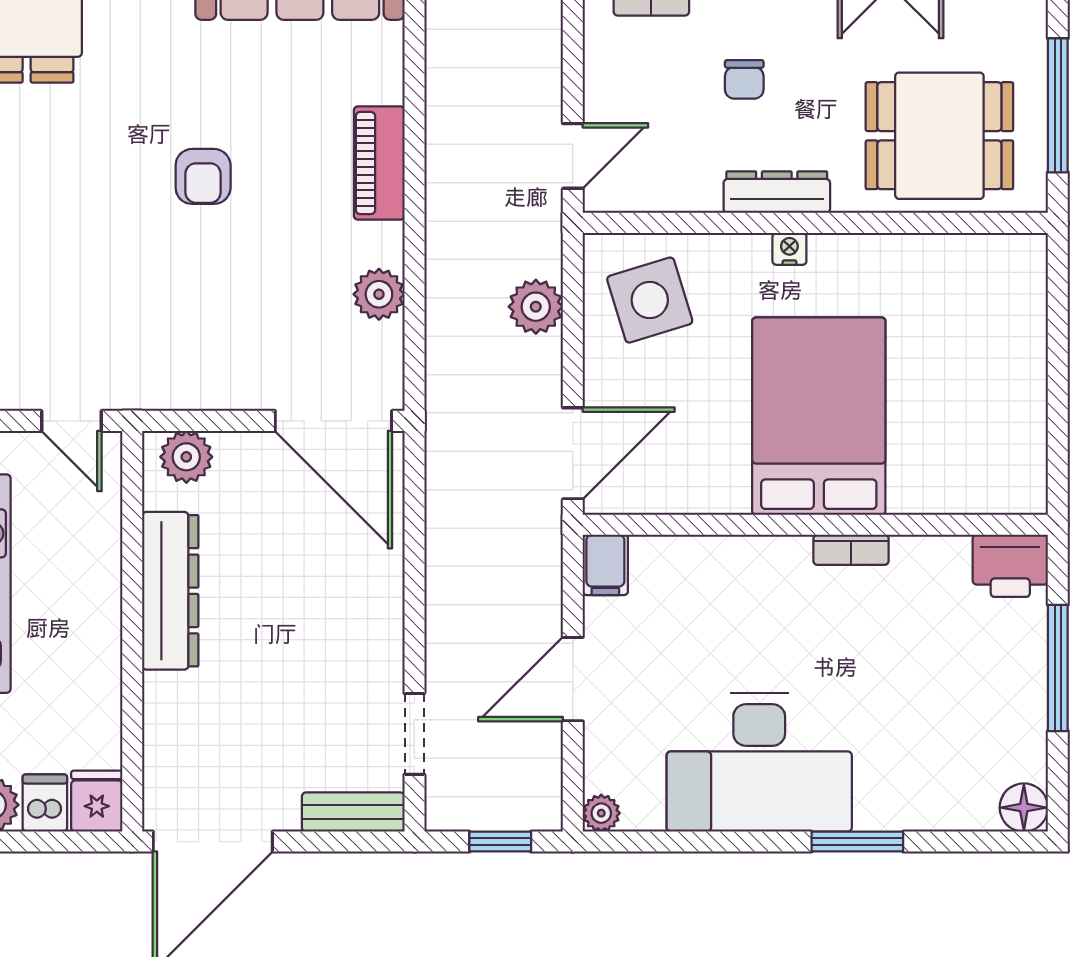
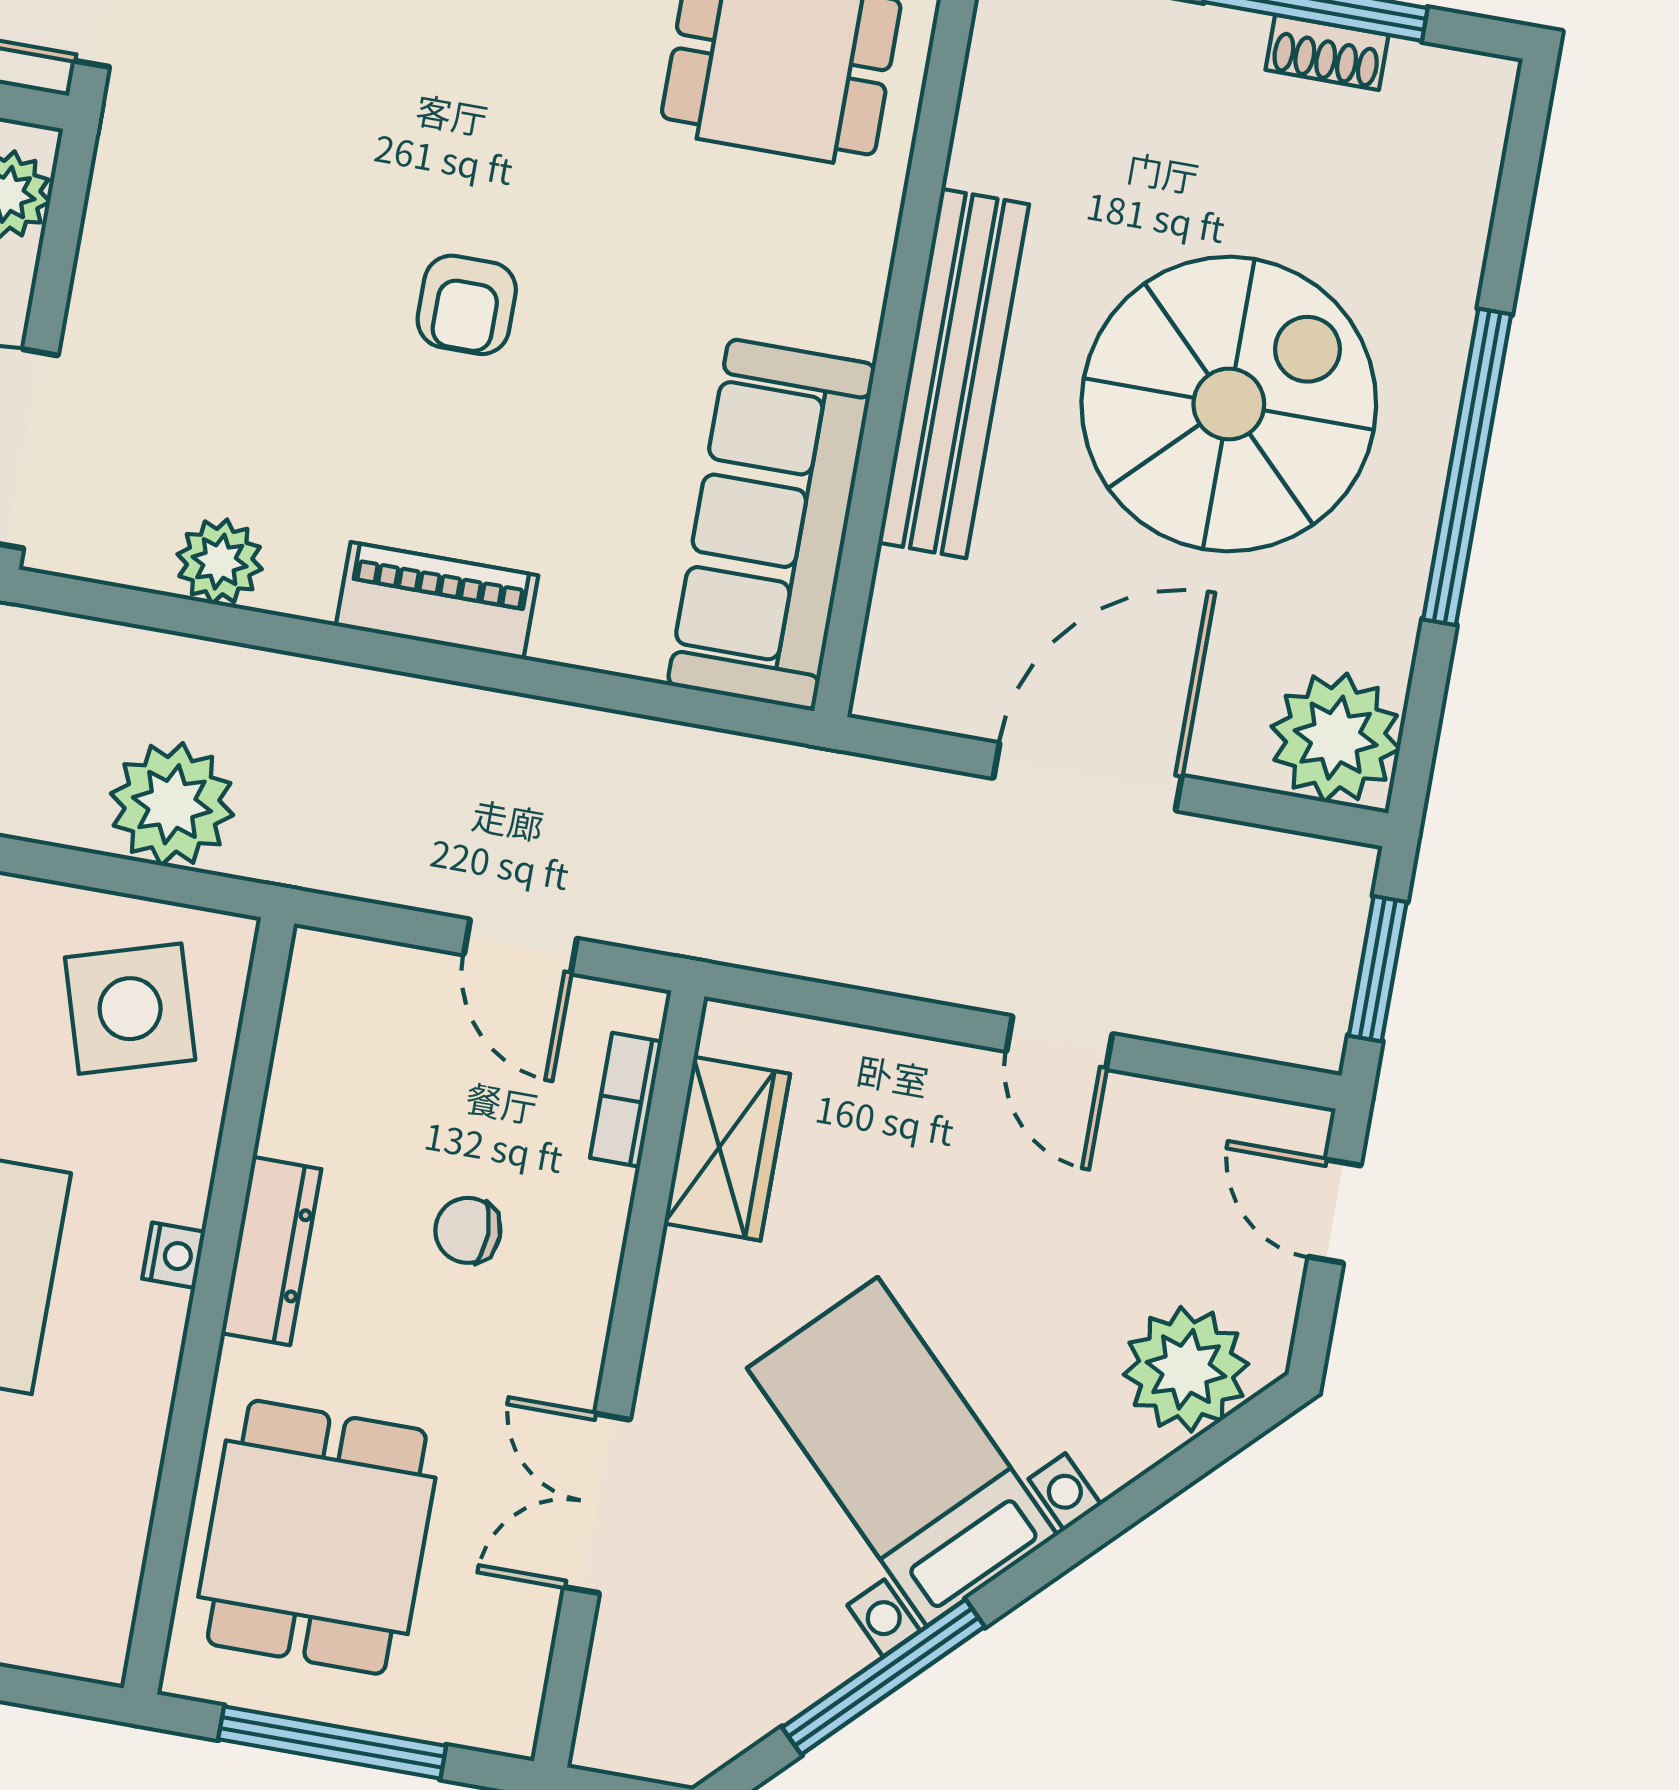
door: (573, 156) -> (520, 947), moved
armchair: (203, 176) -> (467, 305), turned -90
plant: (536, 307) -> (172, 804), width x1.36, depth x1.36

